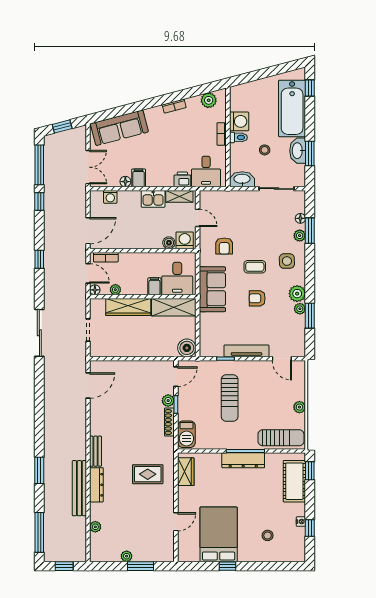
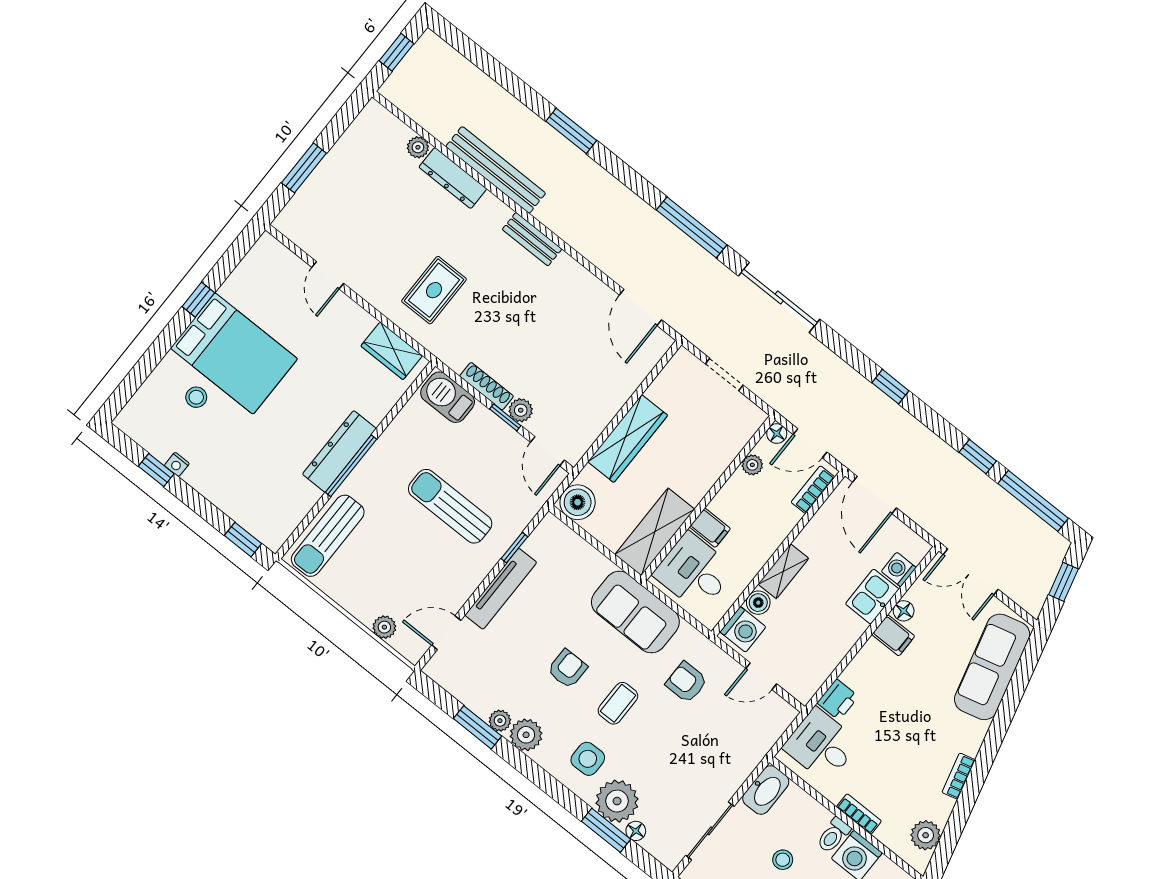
shelving: (179, 196) -> (783, 571), moved
kitchen sink: (153, 199) -> (872, 597), moved
plant: (300, 236) -> (617, 801), width x1.88, depth x1.88
wardrobe: (128, 307) -> (628, 438), moved, turned 180
plant: (299, 407) -> (384, 627), moved
cot: (294, 481) -> (246, 503), removed
dresser: (96, 485) -> (453, 178), moved
window: (39, 532) -> (692, 227), moved
bed: (219, 534) -> (234, 353), moved
plant: (127, 556) -> (336, 159), removed

